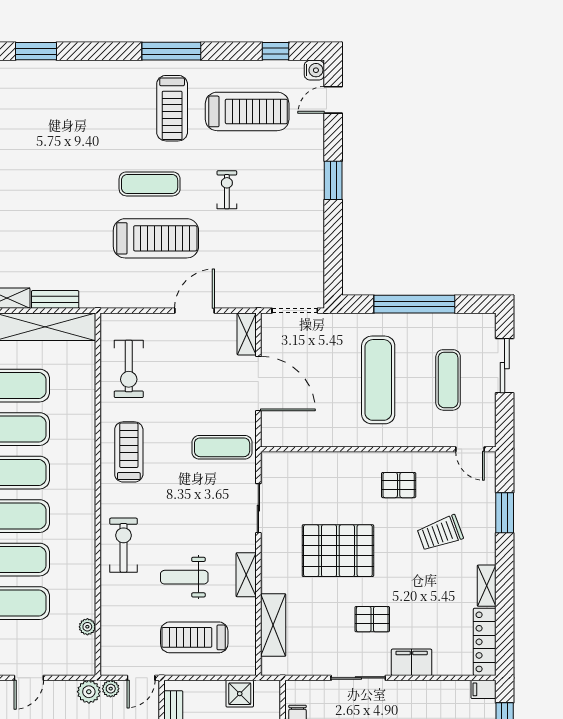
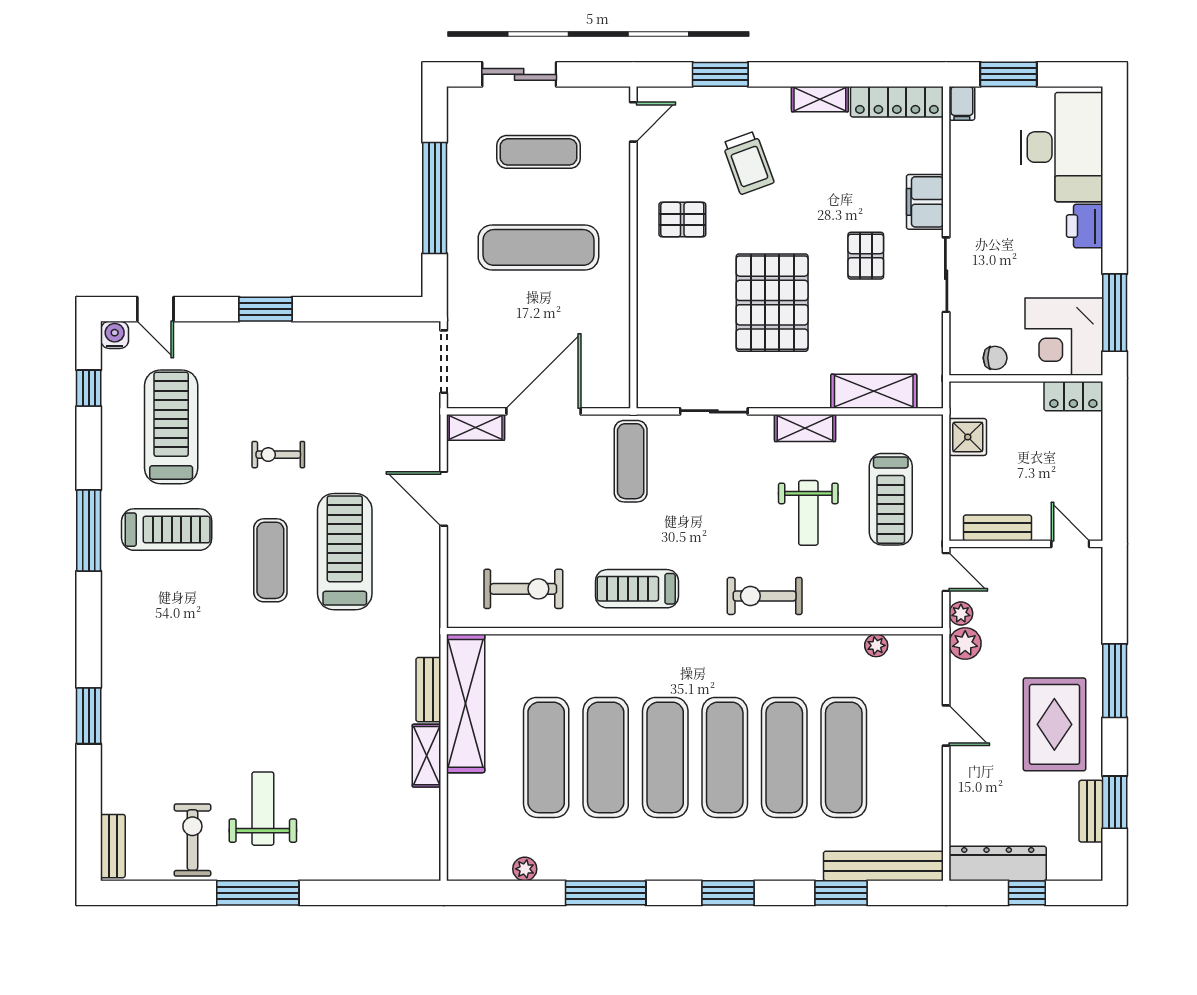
pallet: (399, 485) -> (682, 220), turned 90

